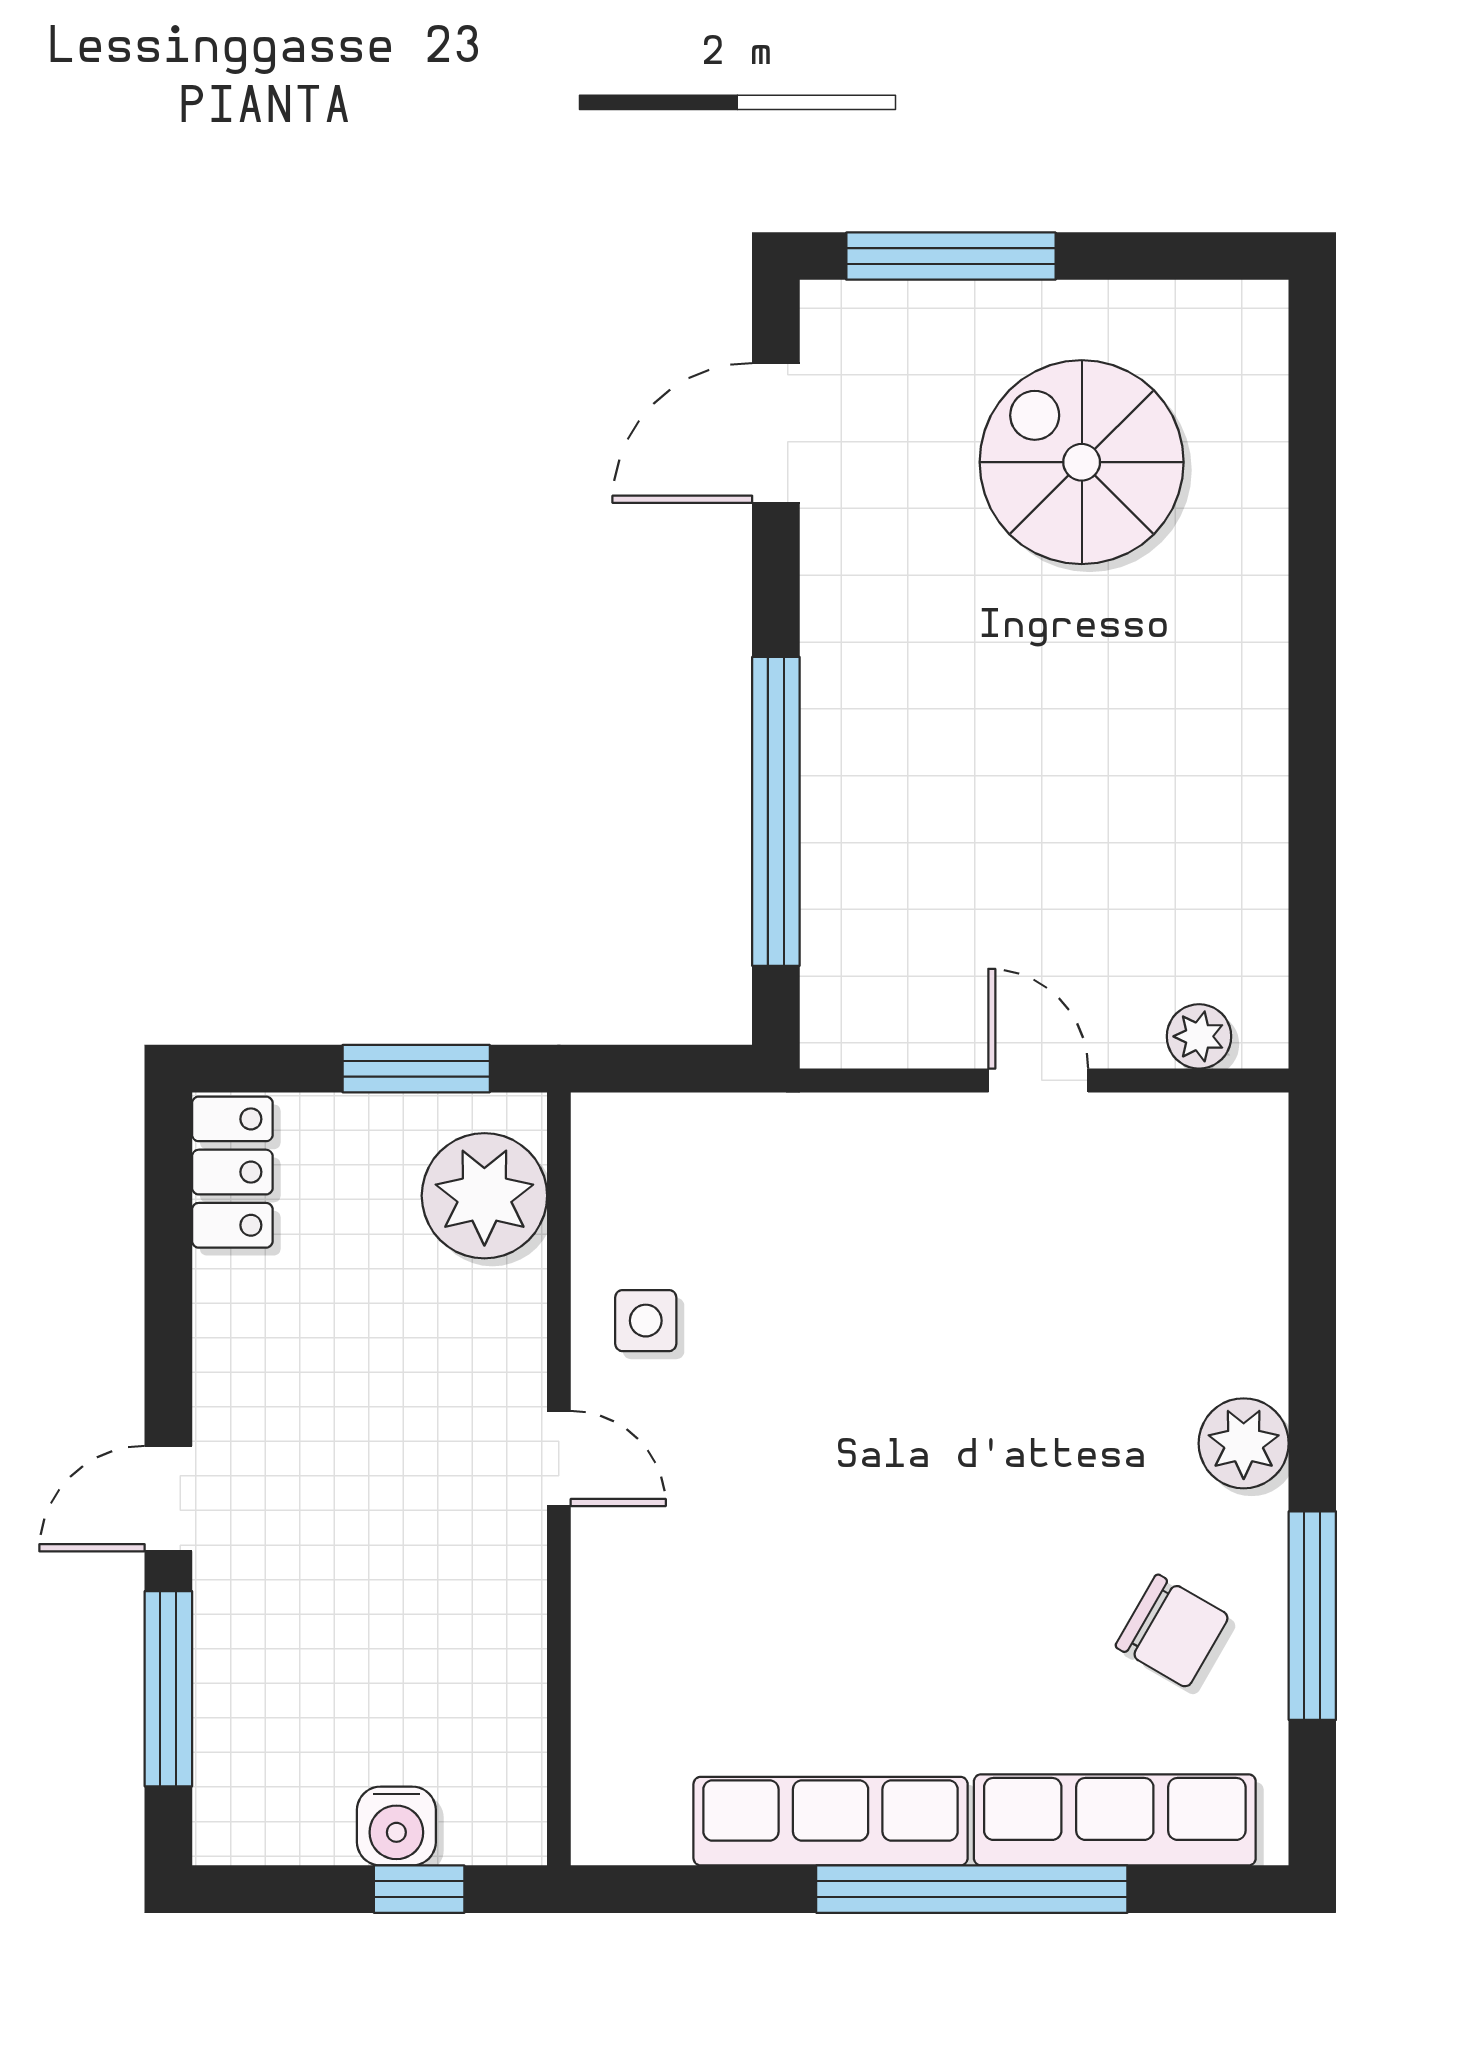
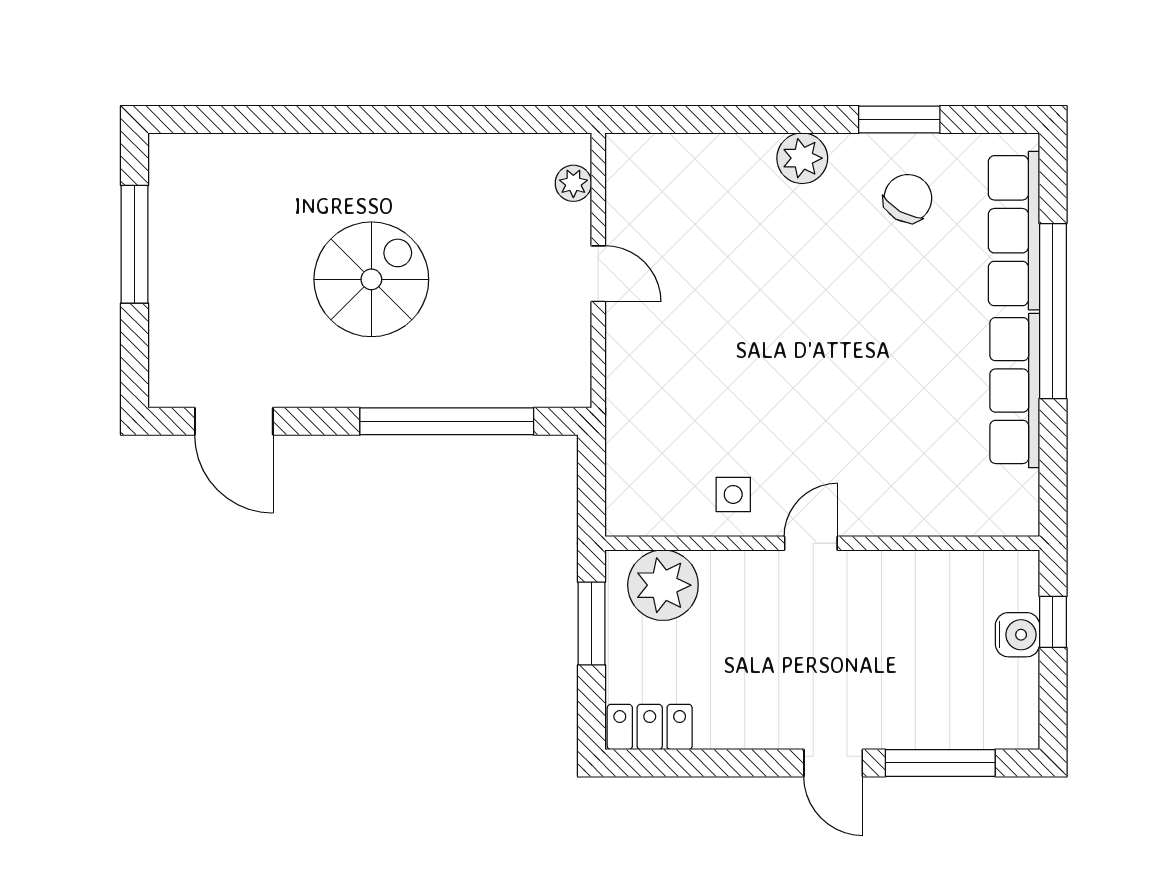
window: (951, 256) -> (134, 244), moved
spiral stairs: (1082, 462) -> (371, 279), moved, turned 180
door: (1038, 1080) -> (598, 274), swing flipped
window: (1312, 1616) -> (899, 120), width x0.69

